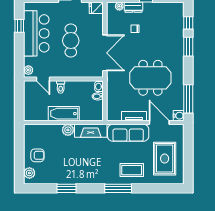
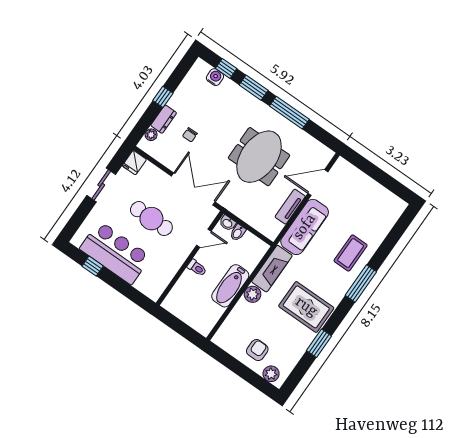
plant: (28, 70) -> (151, 292), removed
door: (43, 79) -> (204, 238), moved
window: (188, 99) -> (289, 113), moved
water cooler: (179, 116) -> (215, 77), moved
rug: (165, 159) -> (306, 307), moved

